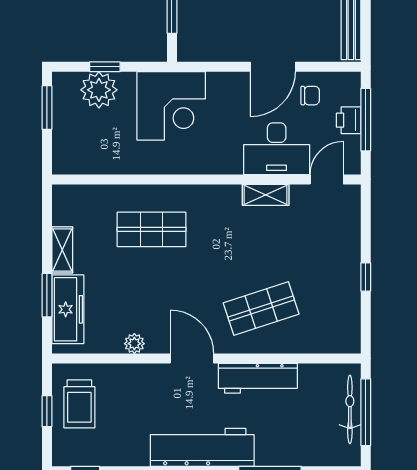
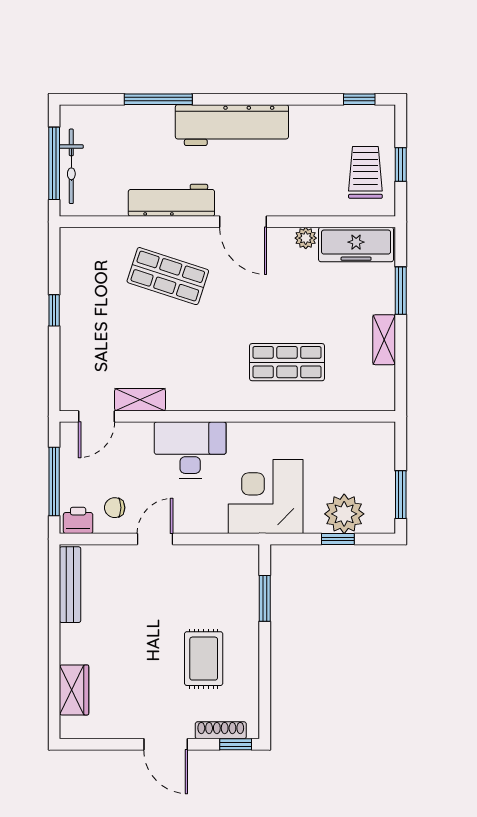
door: (273, 67) -> (155, 539), width x0.73
printer: (349, 120) -> (78, 520), moved, turned -90
desk: (277, 149) -> (190, 450), moved
shelving: (266, 195) -> (140, 400), moved
freezer: (68, 309) -> (356, 244), moved, turned -90
shop shelf: (261, 309) -> (168, 276), turned 36

